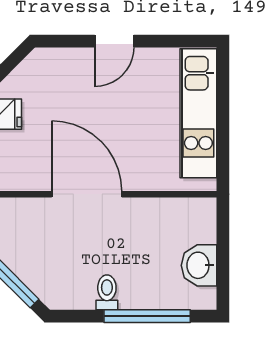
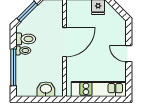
washbasin: (199, 265) -> (46, 89), moved
toilet: (79, 287) -> (26, 39), added

